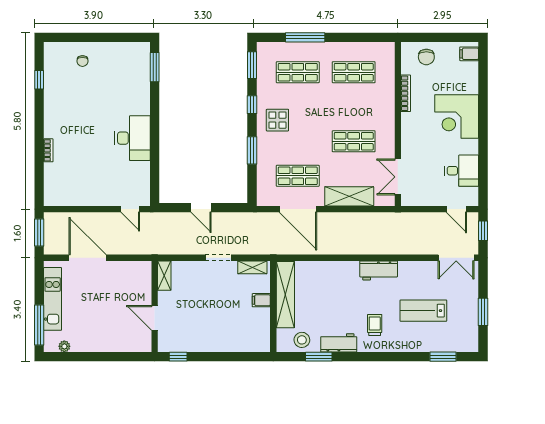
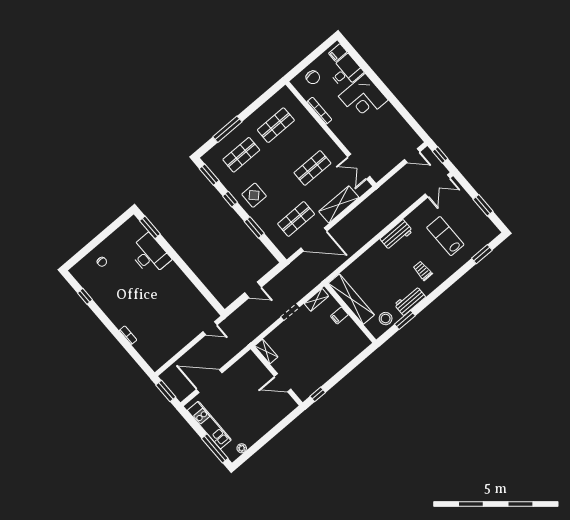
desk: (132, 138) -> (150, 255), moved
desk: (462, 171) -> (346, 71), moved
lab bench: (423, 311) -> (445, 236), turned 90

